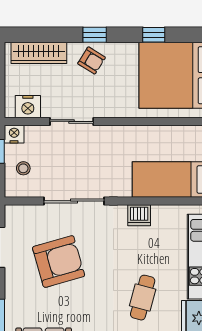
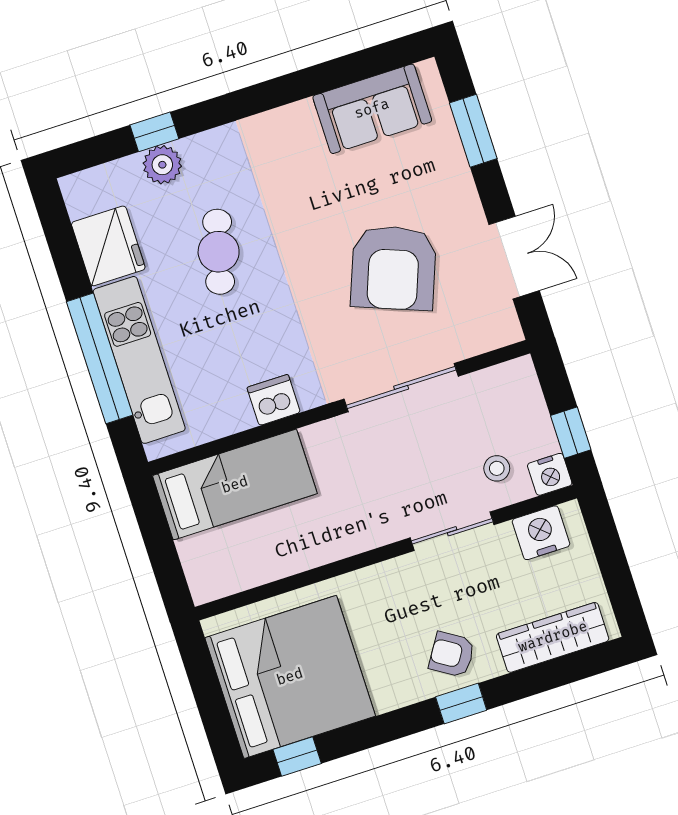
window: (154, 35) -> (297, 756), moved
stool: (23, 168) -> (497, 468), moved
armchair: (59, 262) -> (393, 268), turned -53

